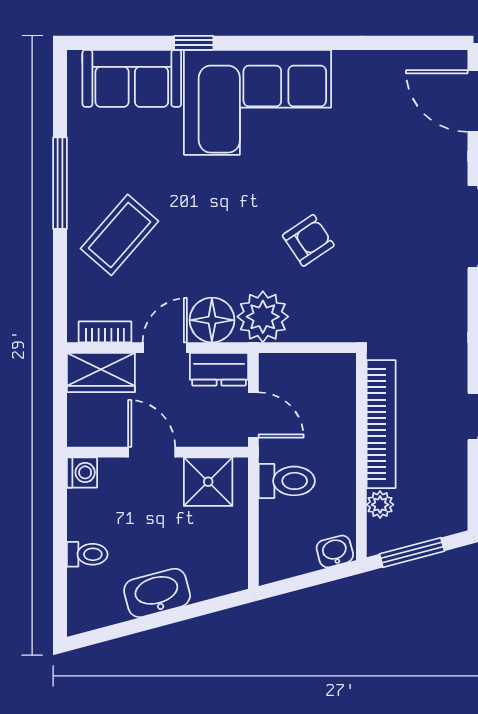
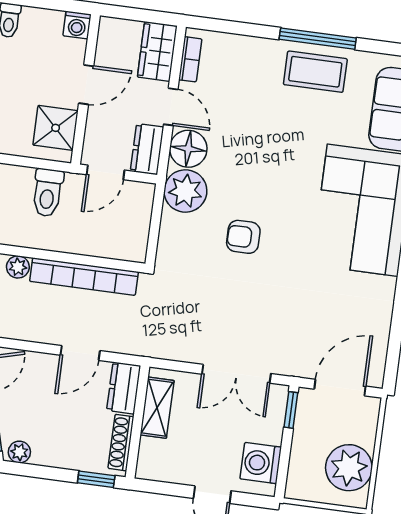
coffee table: (119, 235) -> (315, 72), moved, turned -41
armchair: (308, 240) -> (243, 237), turned 124

